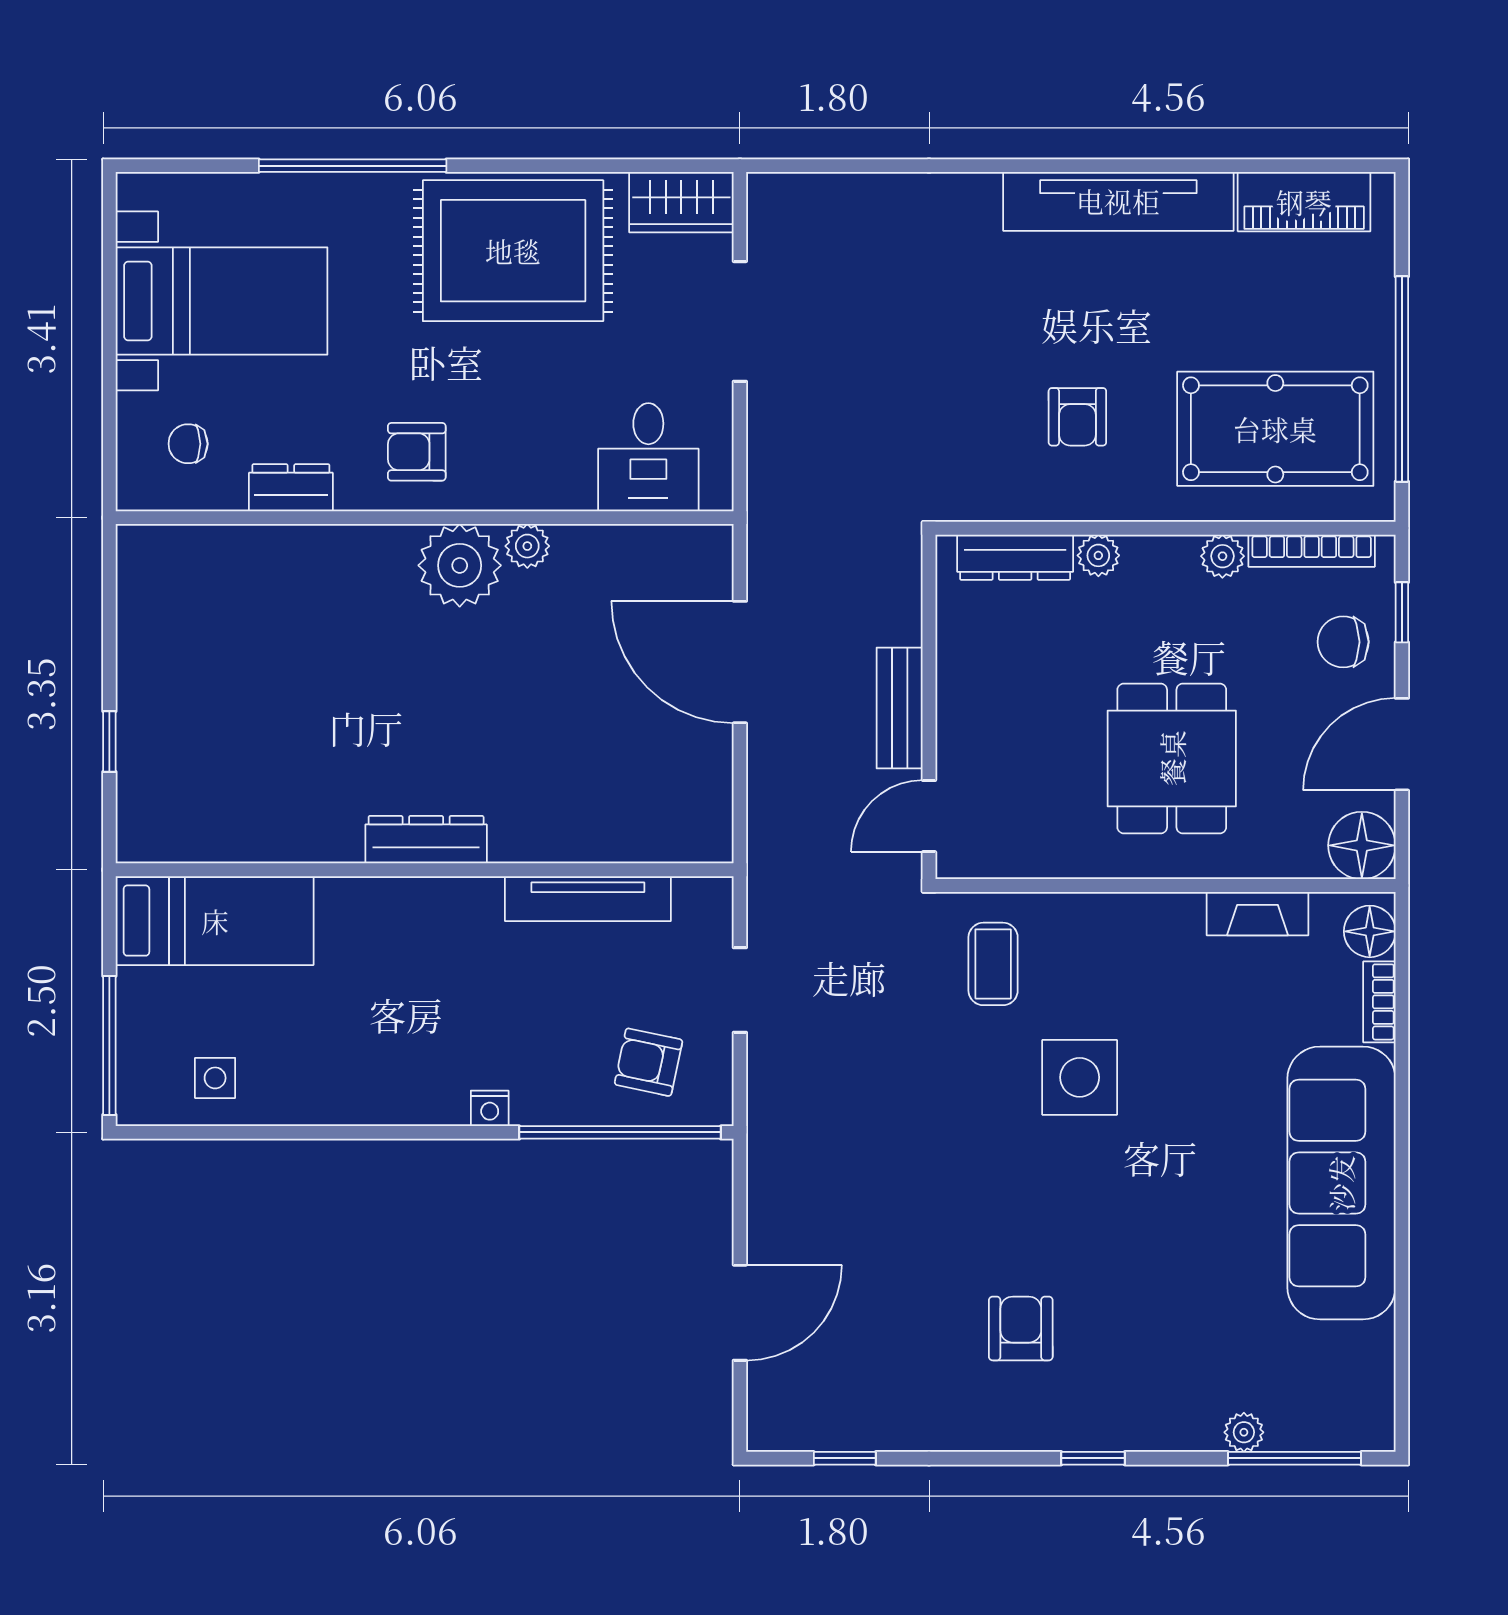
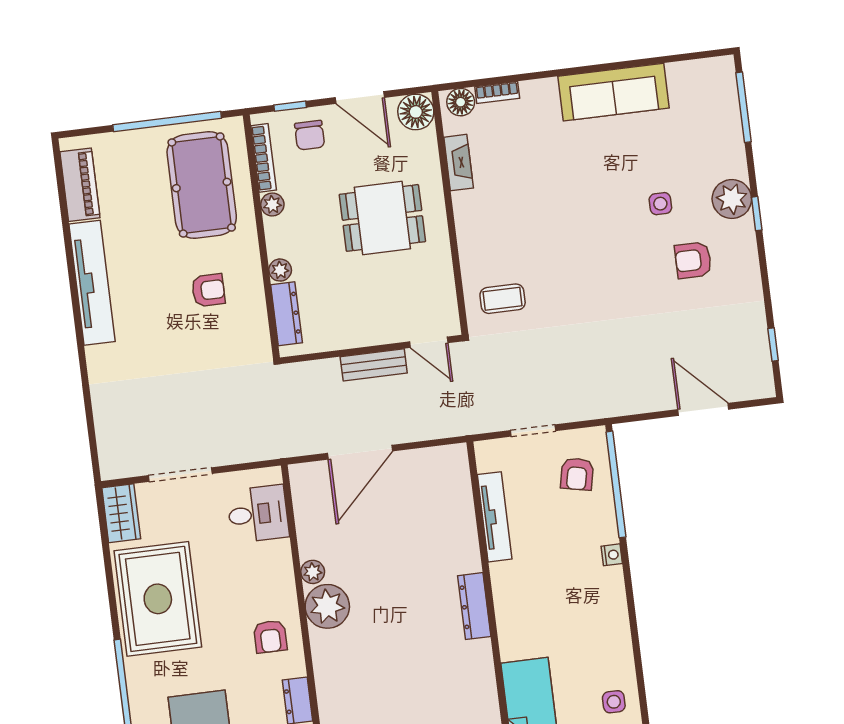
side table: (1080, 1077) -> (660, 204), moved, width x0.54, depth x0.54
sofa: (1341, 1183) -> (614, 92), width x0.74, depth x0.79
plant: (1244, 1432) -> (732, 199), moved, width x1.88, depth x1.88

